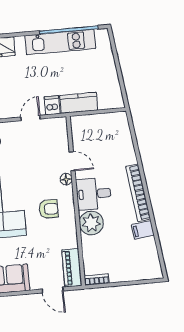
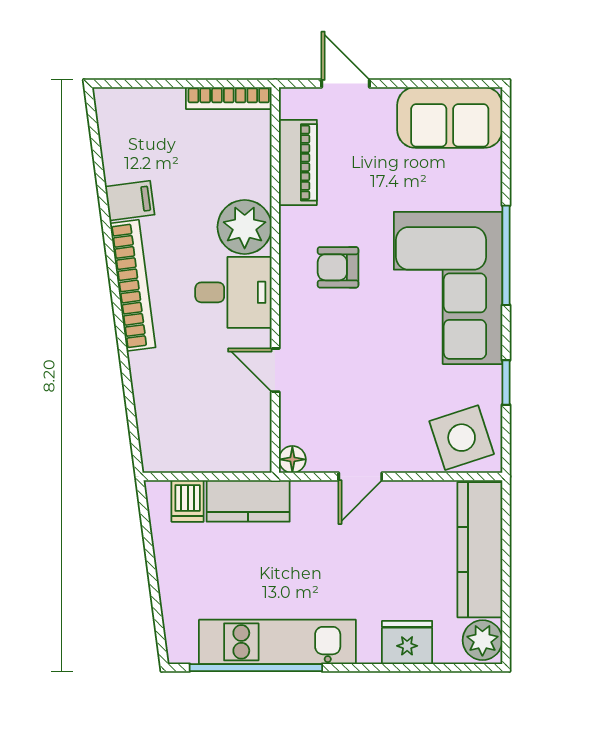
dishwasher: (52, 105) -> (188, 501), moved
floor lamp: (66, 179) -> (292, 459), moved
piano: (72, 268) -> (298, 162), moved
bookcase: (97, 280) -> (229, 98), width x1.56

